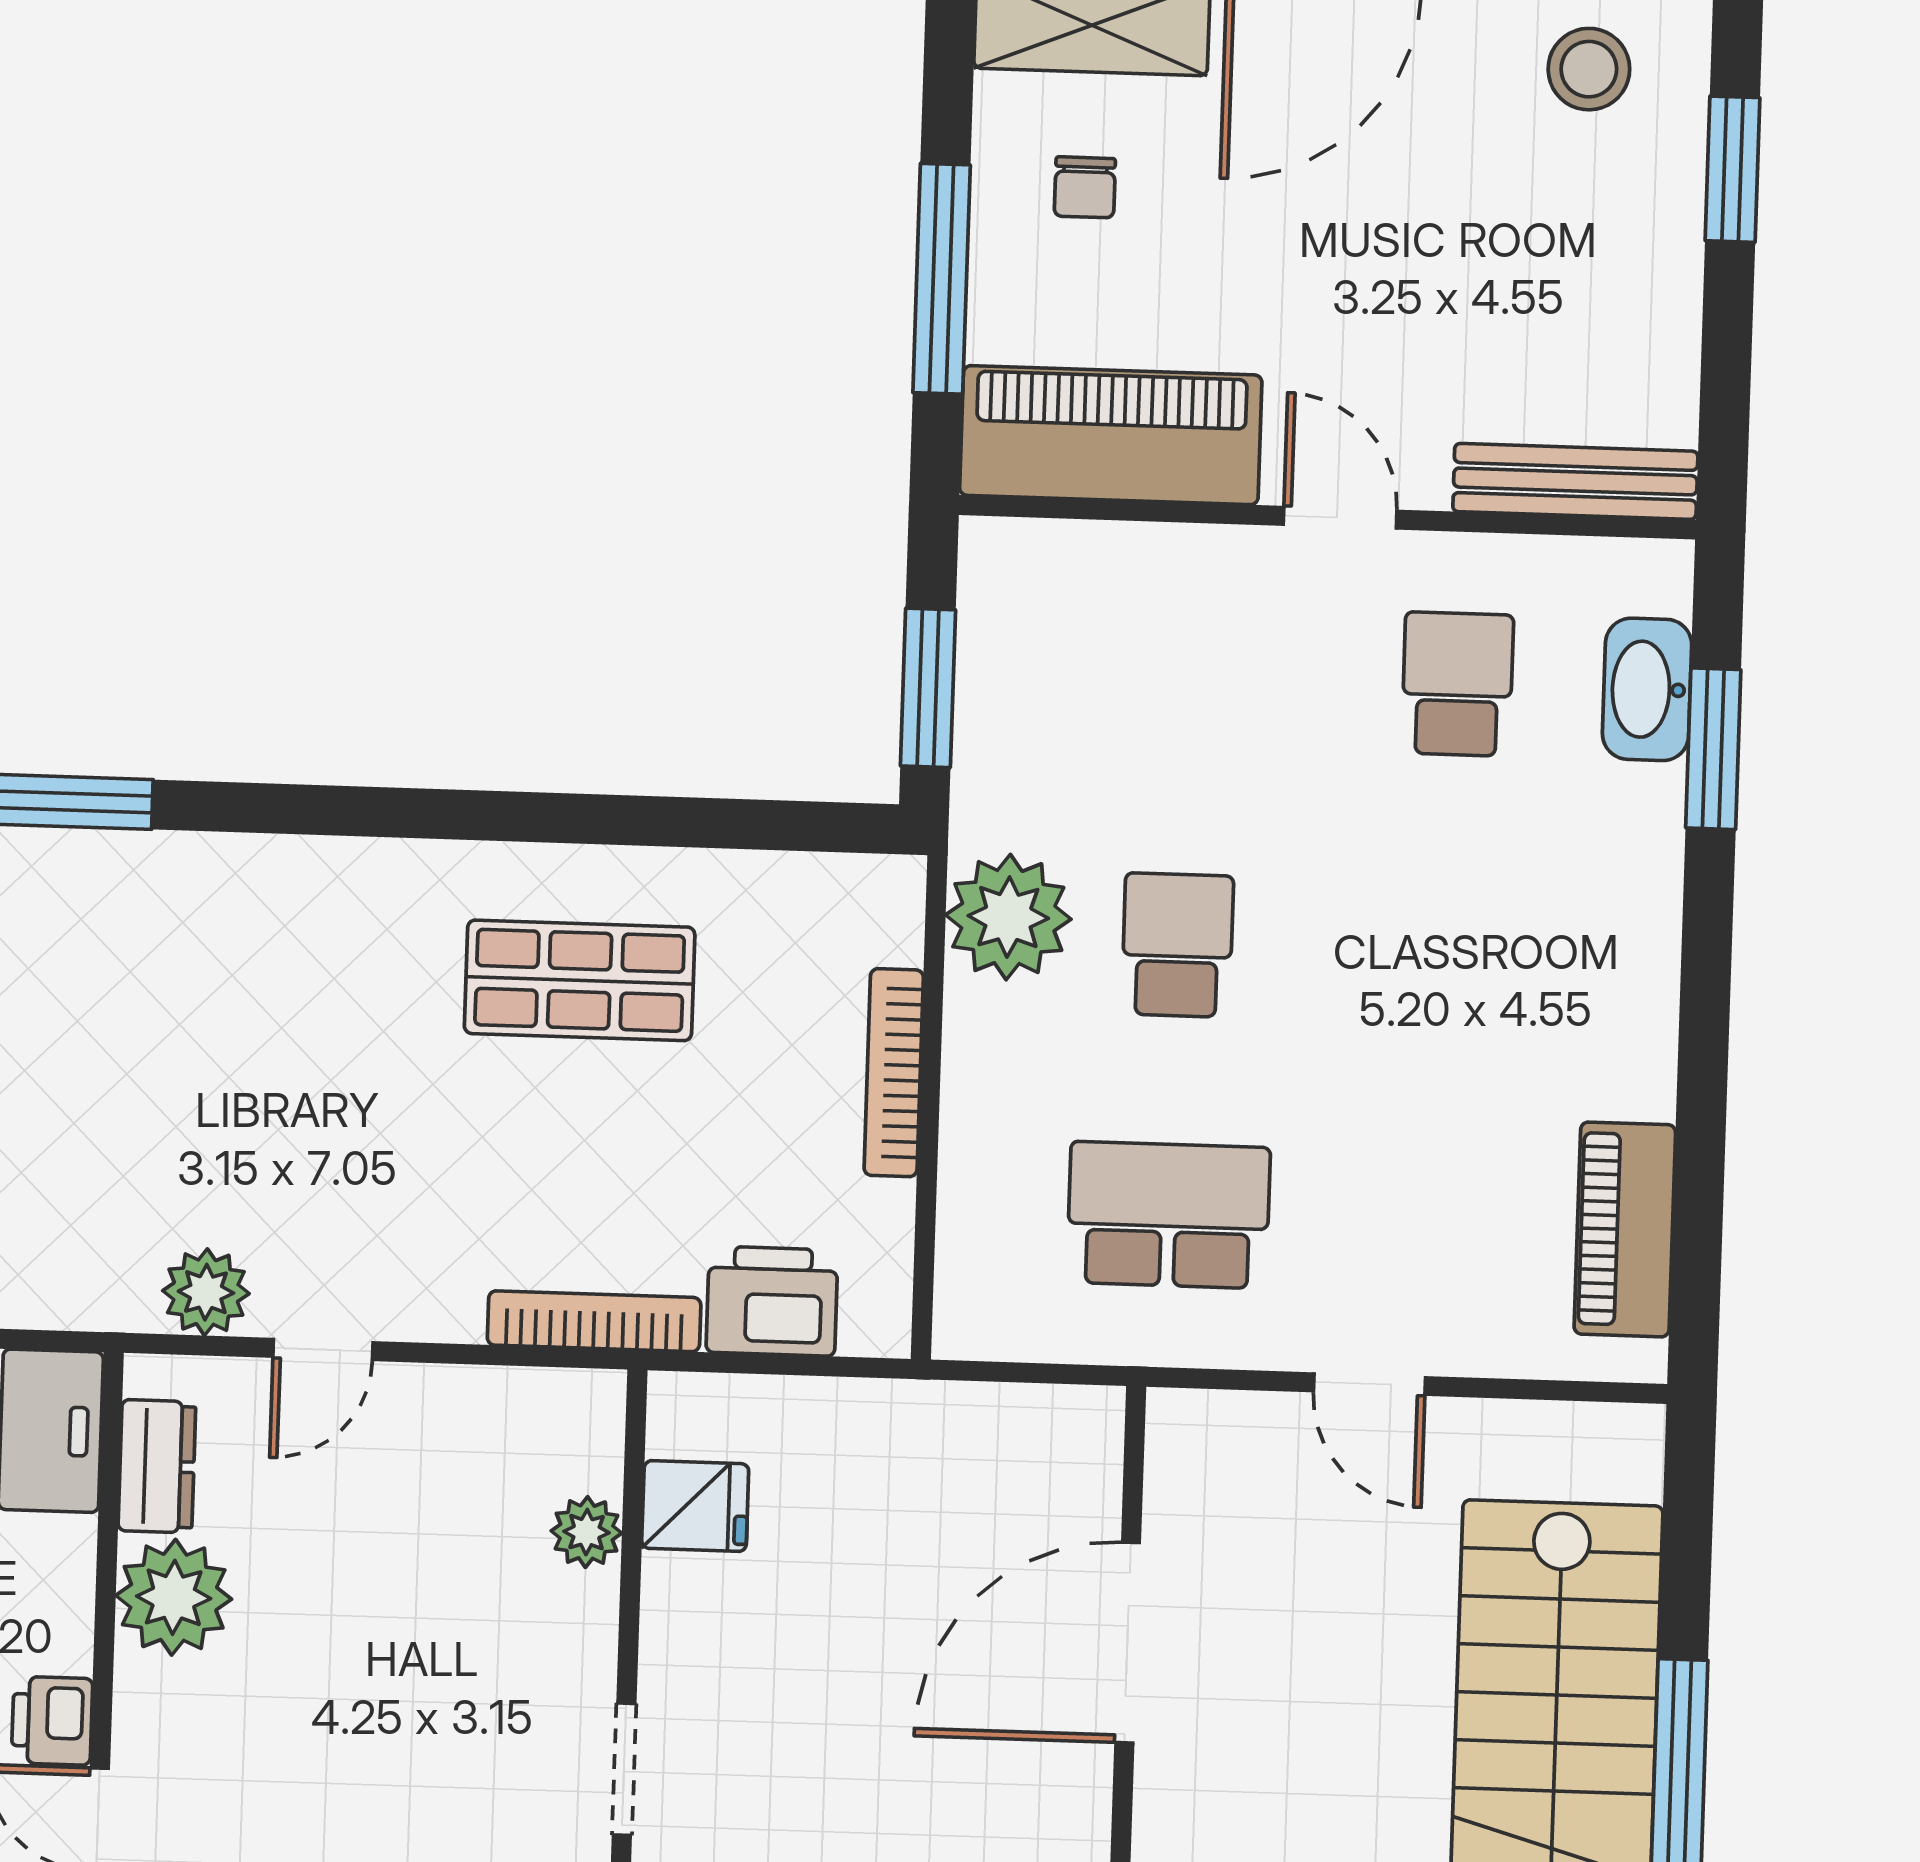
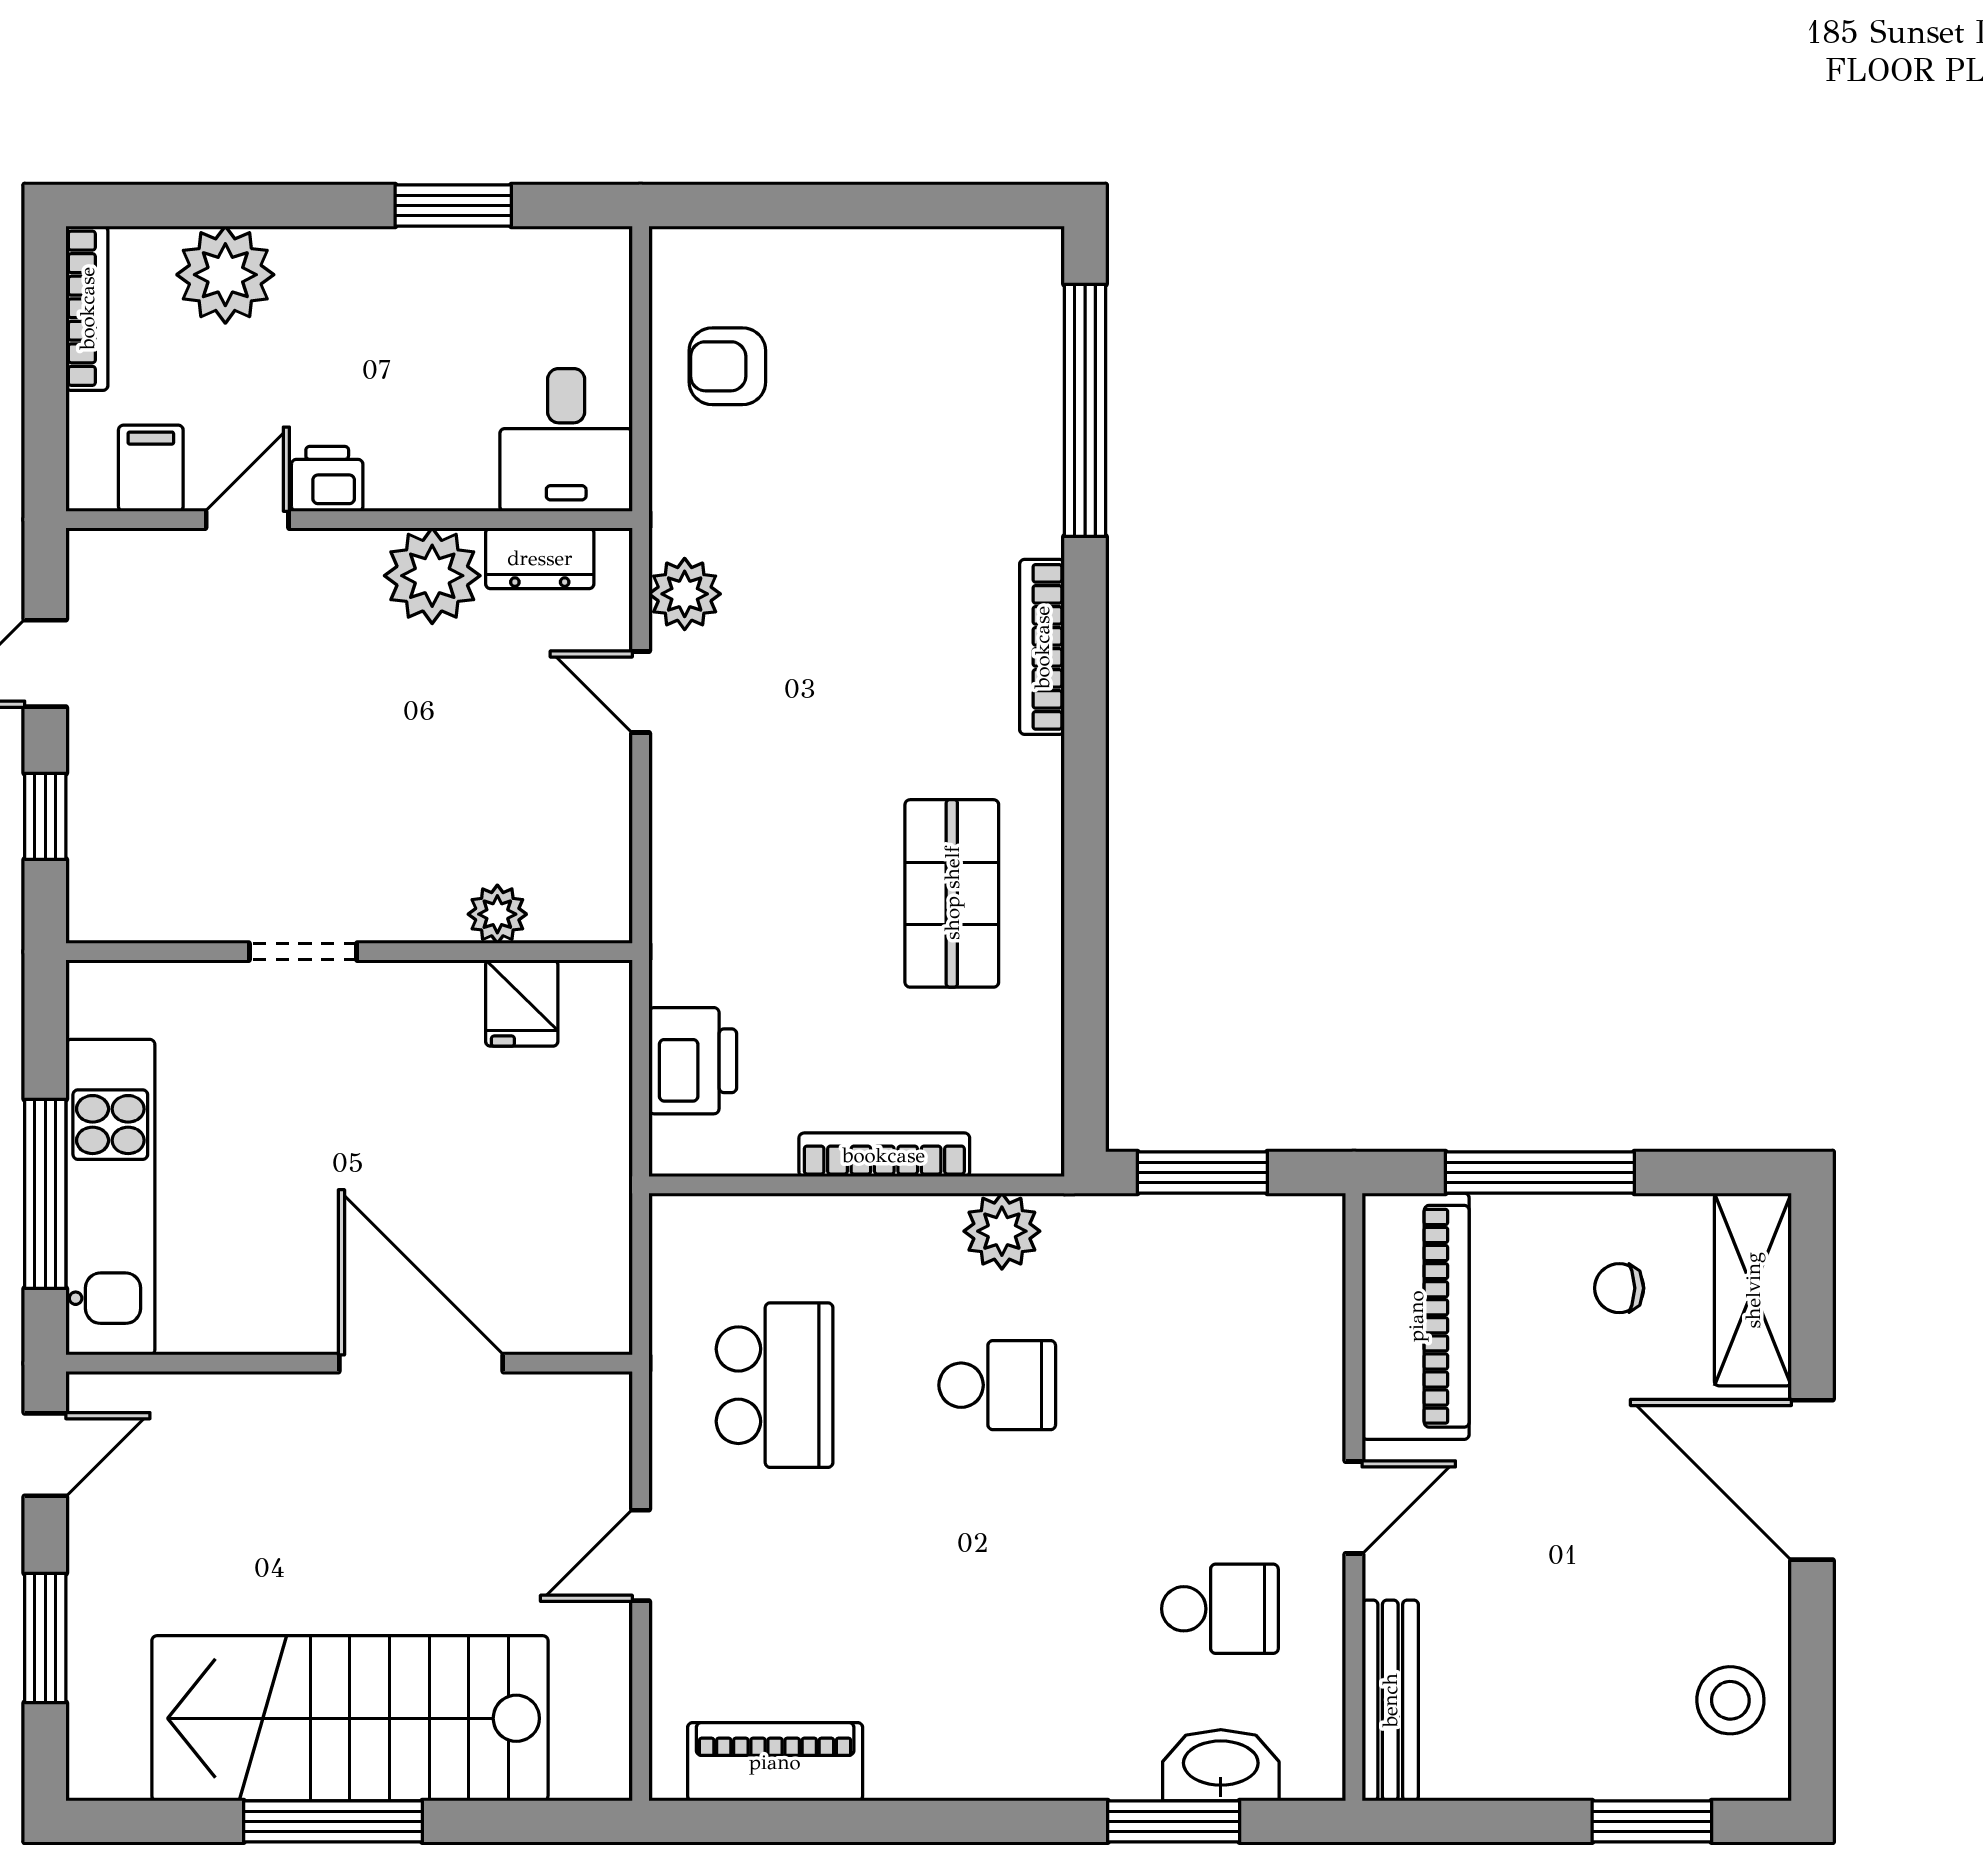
plant: (1008, 917) -> (1002, 1231), width x0.73, depth x0.73
bookcase: (594, 1321) -> (1042, 647), moved, turned 180

